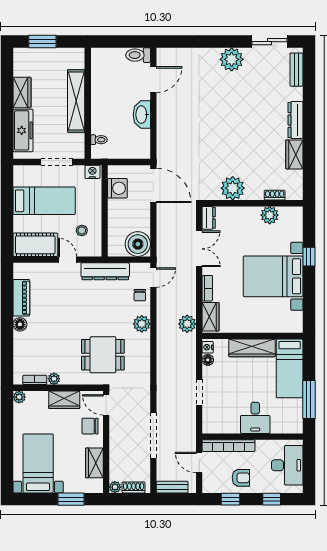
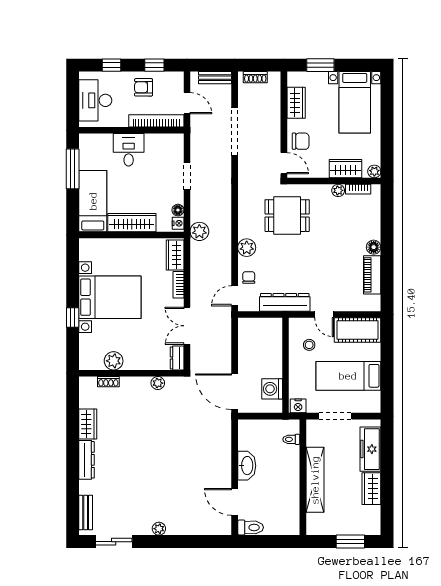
plant: (232, 59) -> (159, 529), width x0.53, depth x0.53
door: (153, 80) -> (235, 502), hinge flipped
plant: (233, 188) -> (158, 383), width x0.53, depth x0.53
boiler: (138, 244) -> (251, 331), removed
plant: (187, 324) -> (199, 231), moved
wardrobe: (64, 400) -> (346, 169), moved
plant: (115, 487) -> (275, 78), removed

